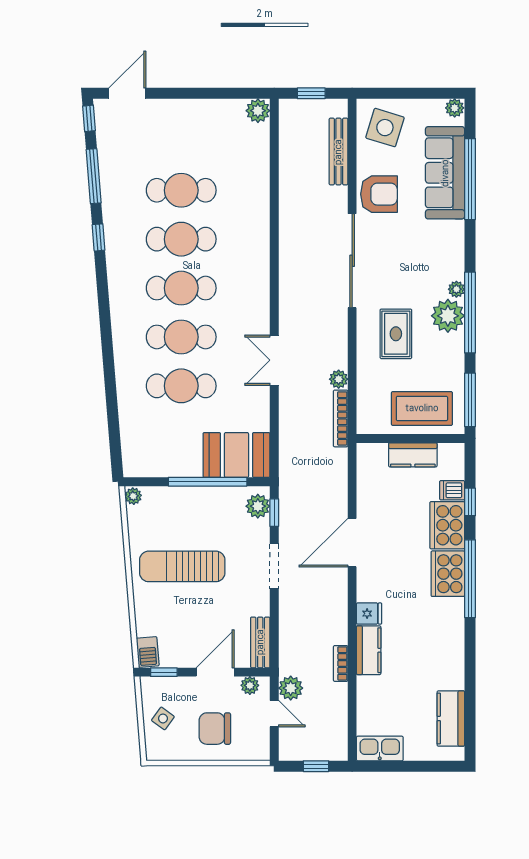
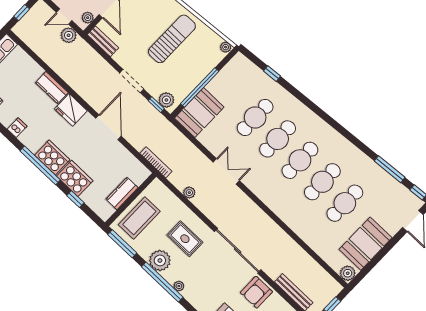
booth: (205, 123) -> (366, 244), added
window: (99, 237) -> (272, 74), moved
plant: (448, 316) -> (160, 260), moved
bookcase: (341, 418) -> (156, 162), moved
dishwasher: (452, 490) -> (17, 128), moved
fridge: (369, 614) -> (71, 110), width x1.88, depth x1.34
bookcase: (341, 663) -> (58, 69), removed

